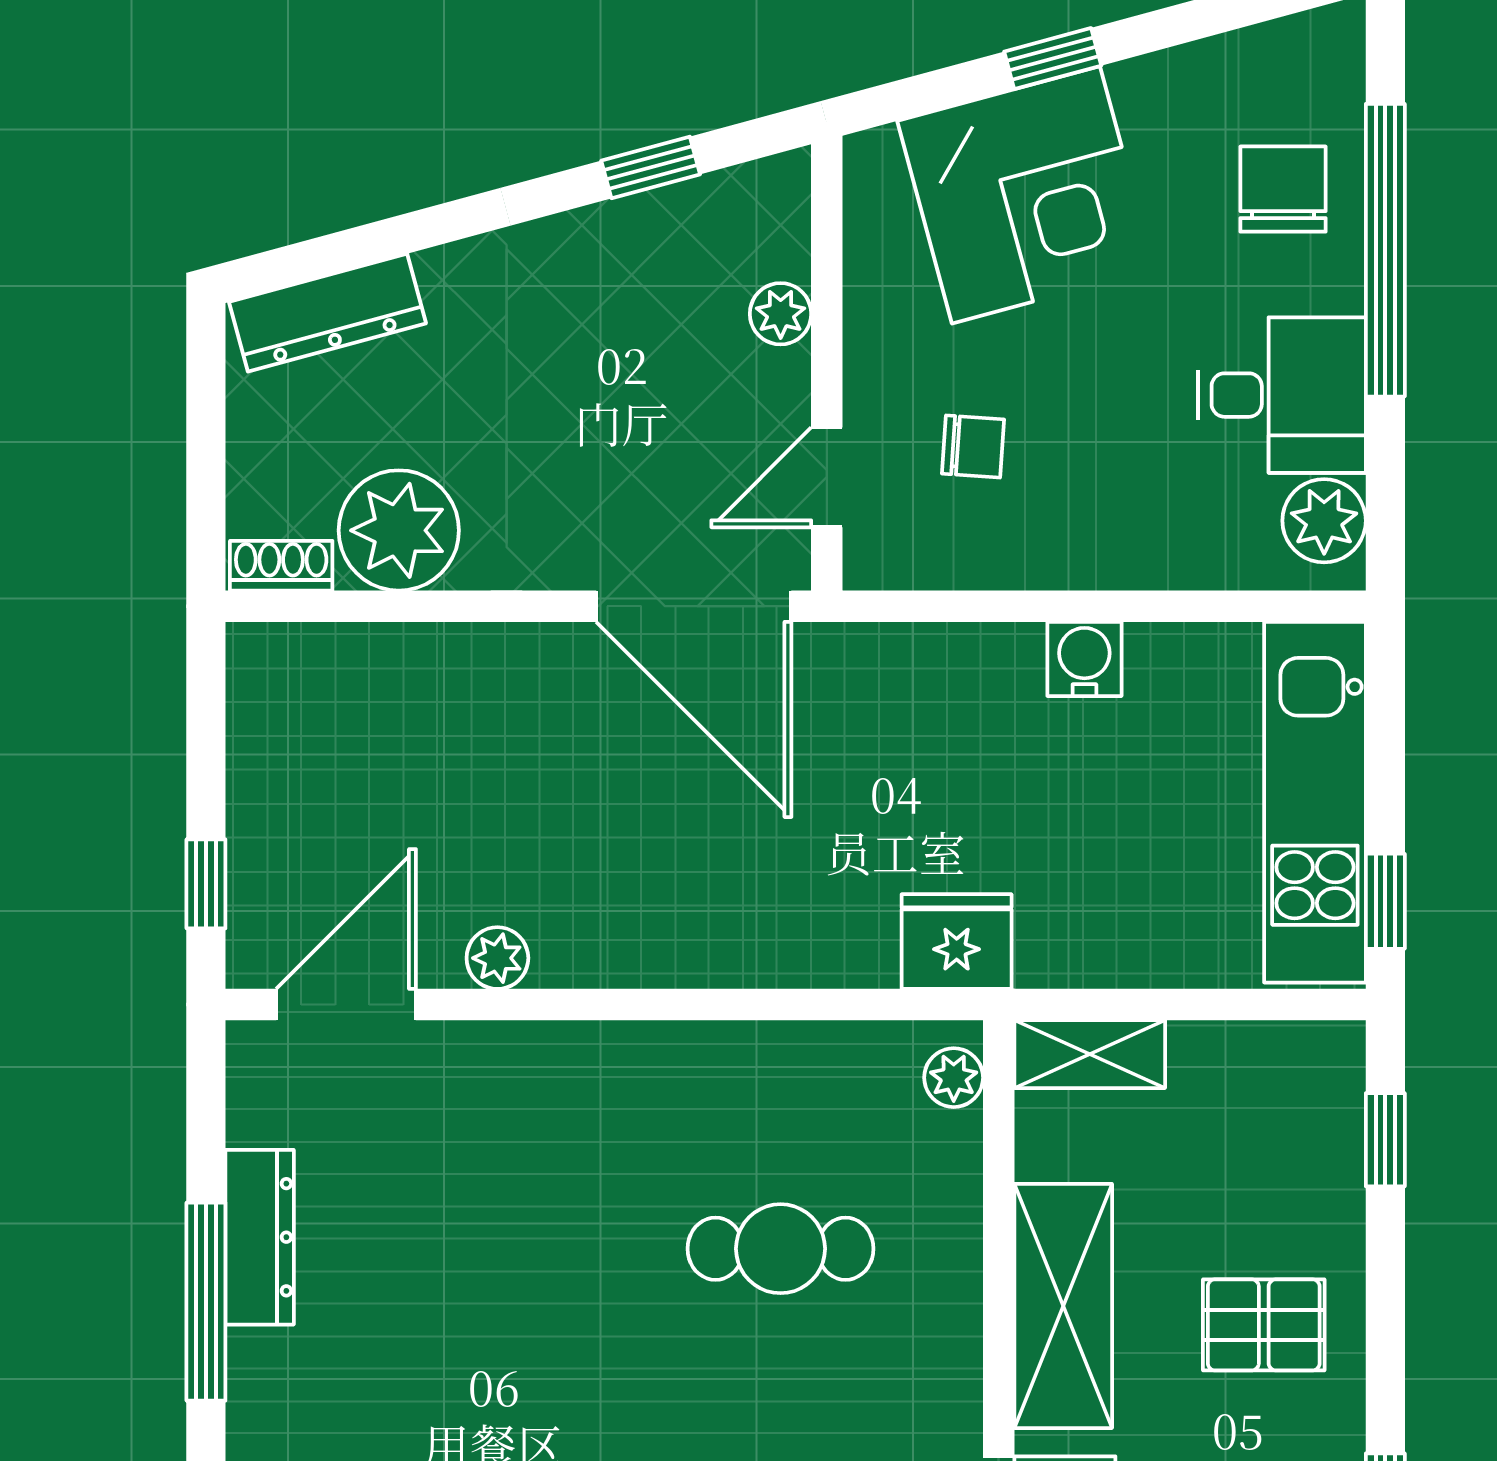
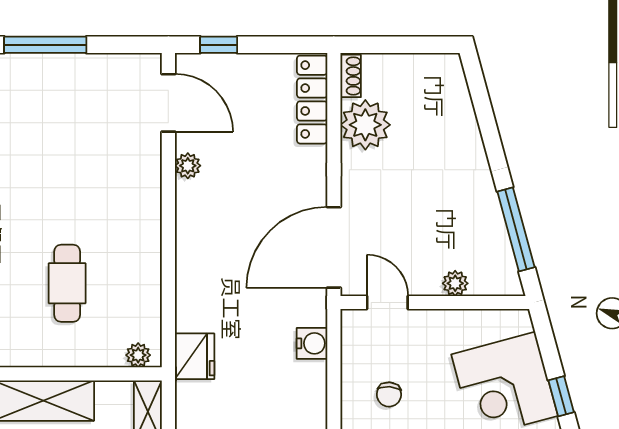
window: (651, 167) -> (516, 229), width x2.17
dresser: (328, 313) -> (456, 95), removed
chair: (973, 447) -> (389, 394), moved
locker: (338, 658) -> (312, 100), added
water cooler: (1084, 659) -> (312, 343), moved
dresser: (260, 1237) -> (72, 67), removed

